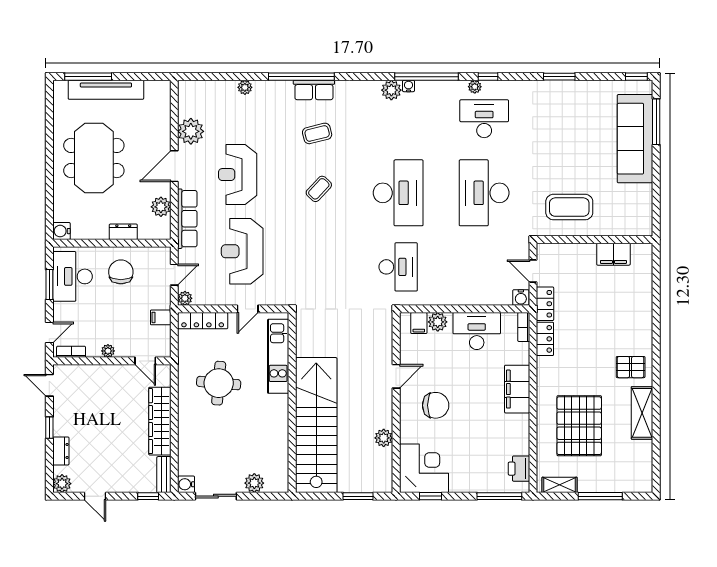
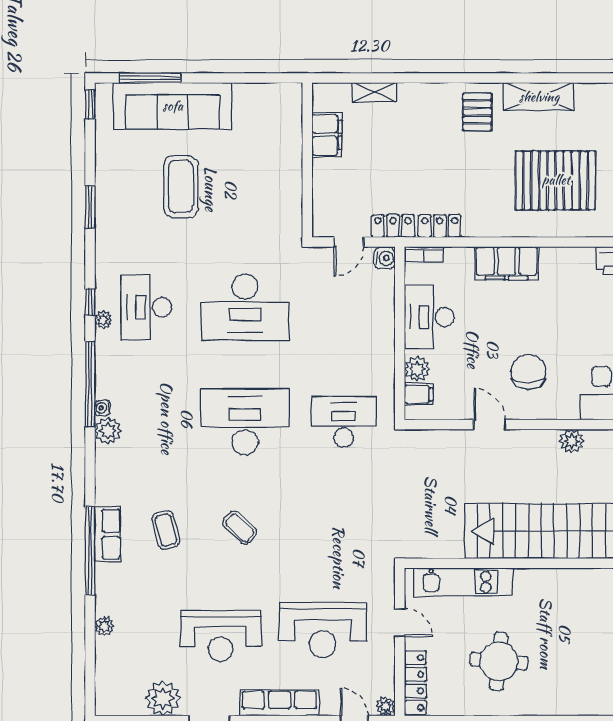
coffee table: (569, 207) -> (181, 187), moved
shelving: (645, 290) -> (375, 92), added

